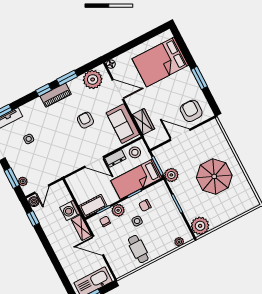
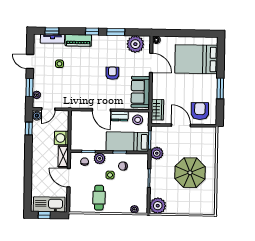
piano: (56, 95) -> (78, 40), moved
wardrobe: (143, 122) -> (157, 110), moved
cot: (93, 206) -> (82, 144), removed

